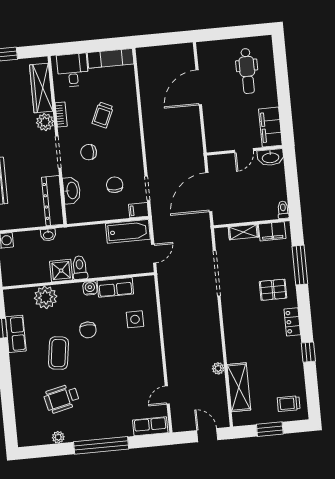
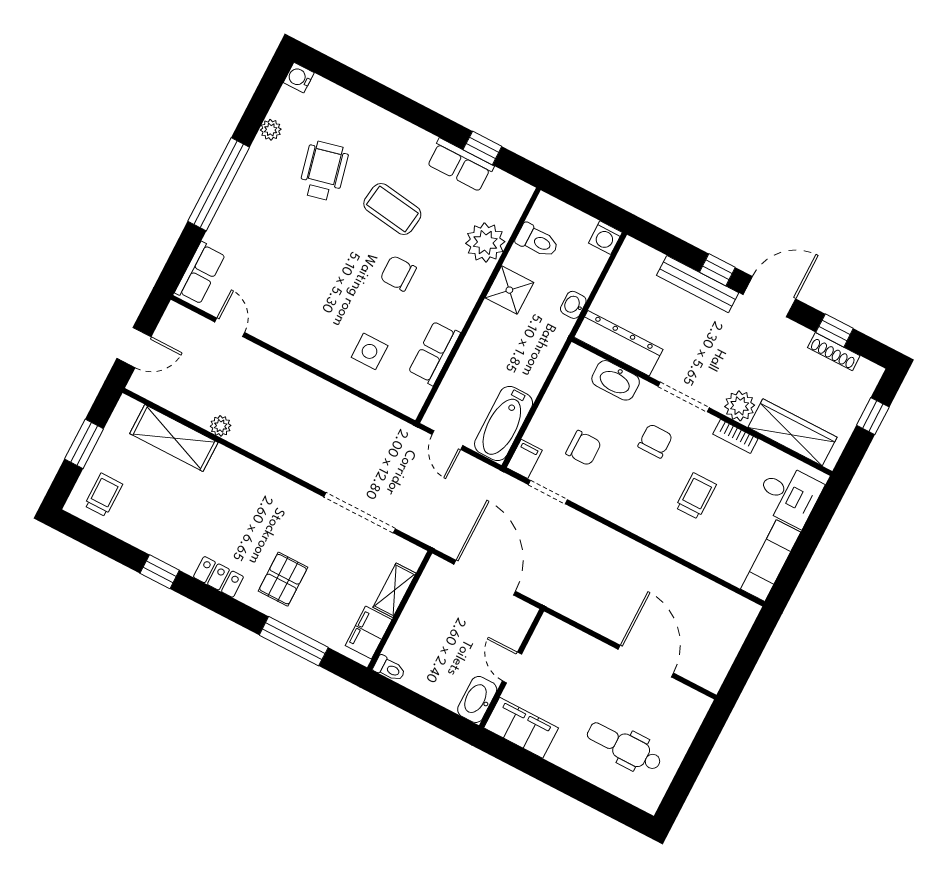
trolley: (103, 115) -> (696, 496), turned 66
toilet: (80, 268) -> (537, 241), moved
water cooler: (90, 288) -> (299, 78), moved, turned 180

